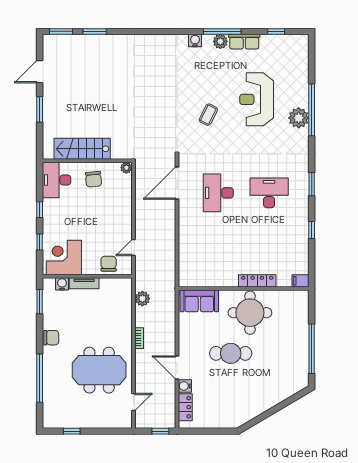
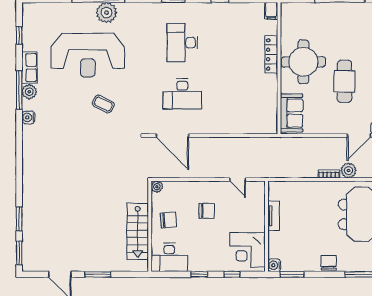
reception desk: (257, 99) -> (88, 55), width x1.36, depth x1.30
chair: (109, 264) -> (207, 211), moved, turned 180
tv unit: (84, 283) -> (274, 216), moved
water cooler: (62, 284) -> (274, 265), moved
plant: (142, 299) -> (348, 171), moved

